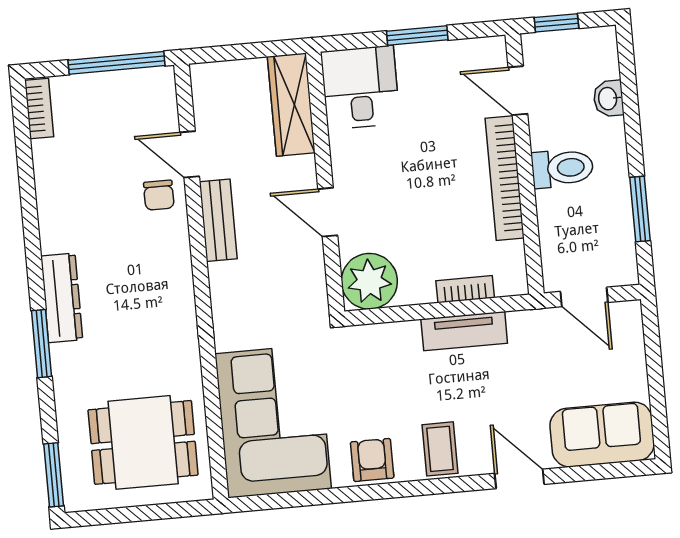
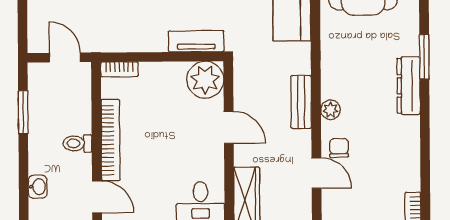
toilet: (562, 168) -> (77, 143), width x0.73, depth x0.72
bench: (218, 220) -> (301, 102), moved
plant: (176, 252) -> (331, 110), added
bookcase: (465, 289) -> (119, 69), moved
tv unit: (464, 331) -> (196, 41), moved

